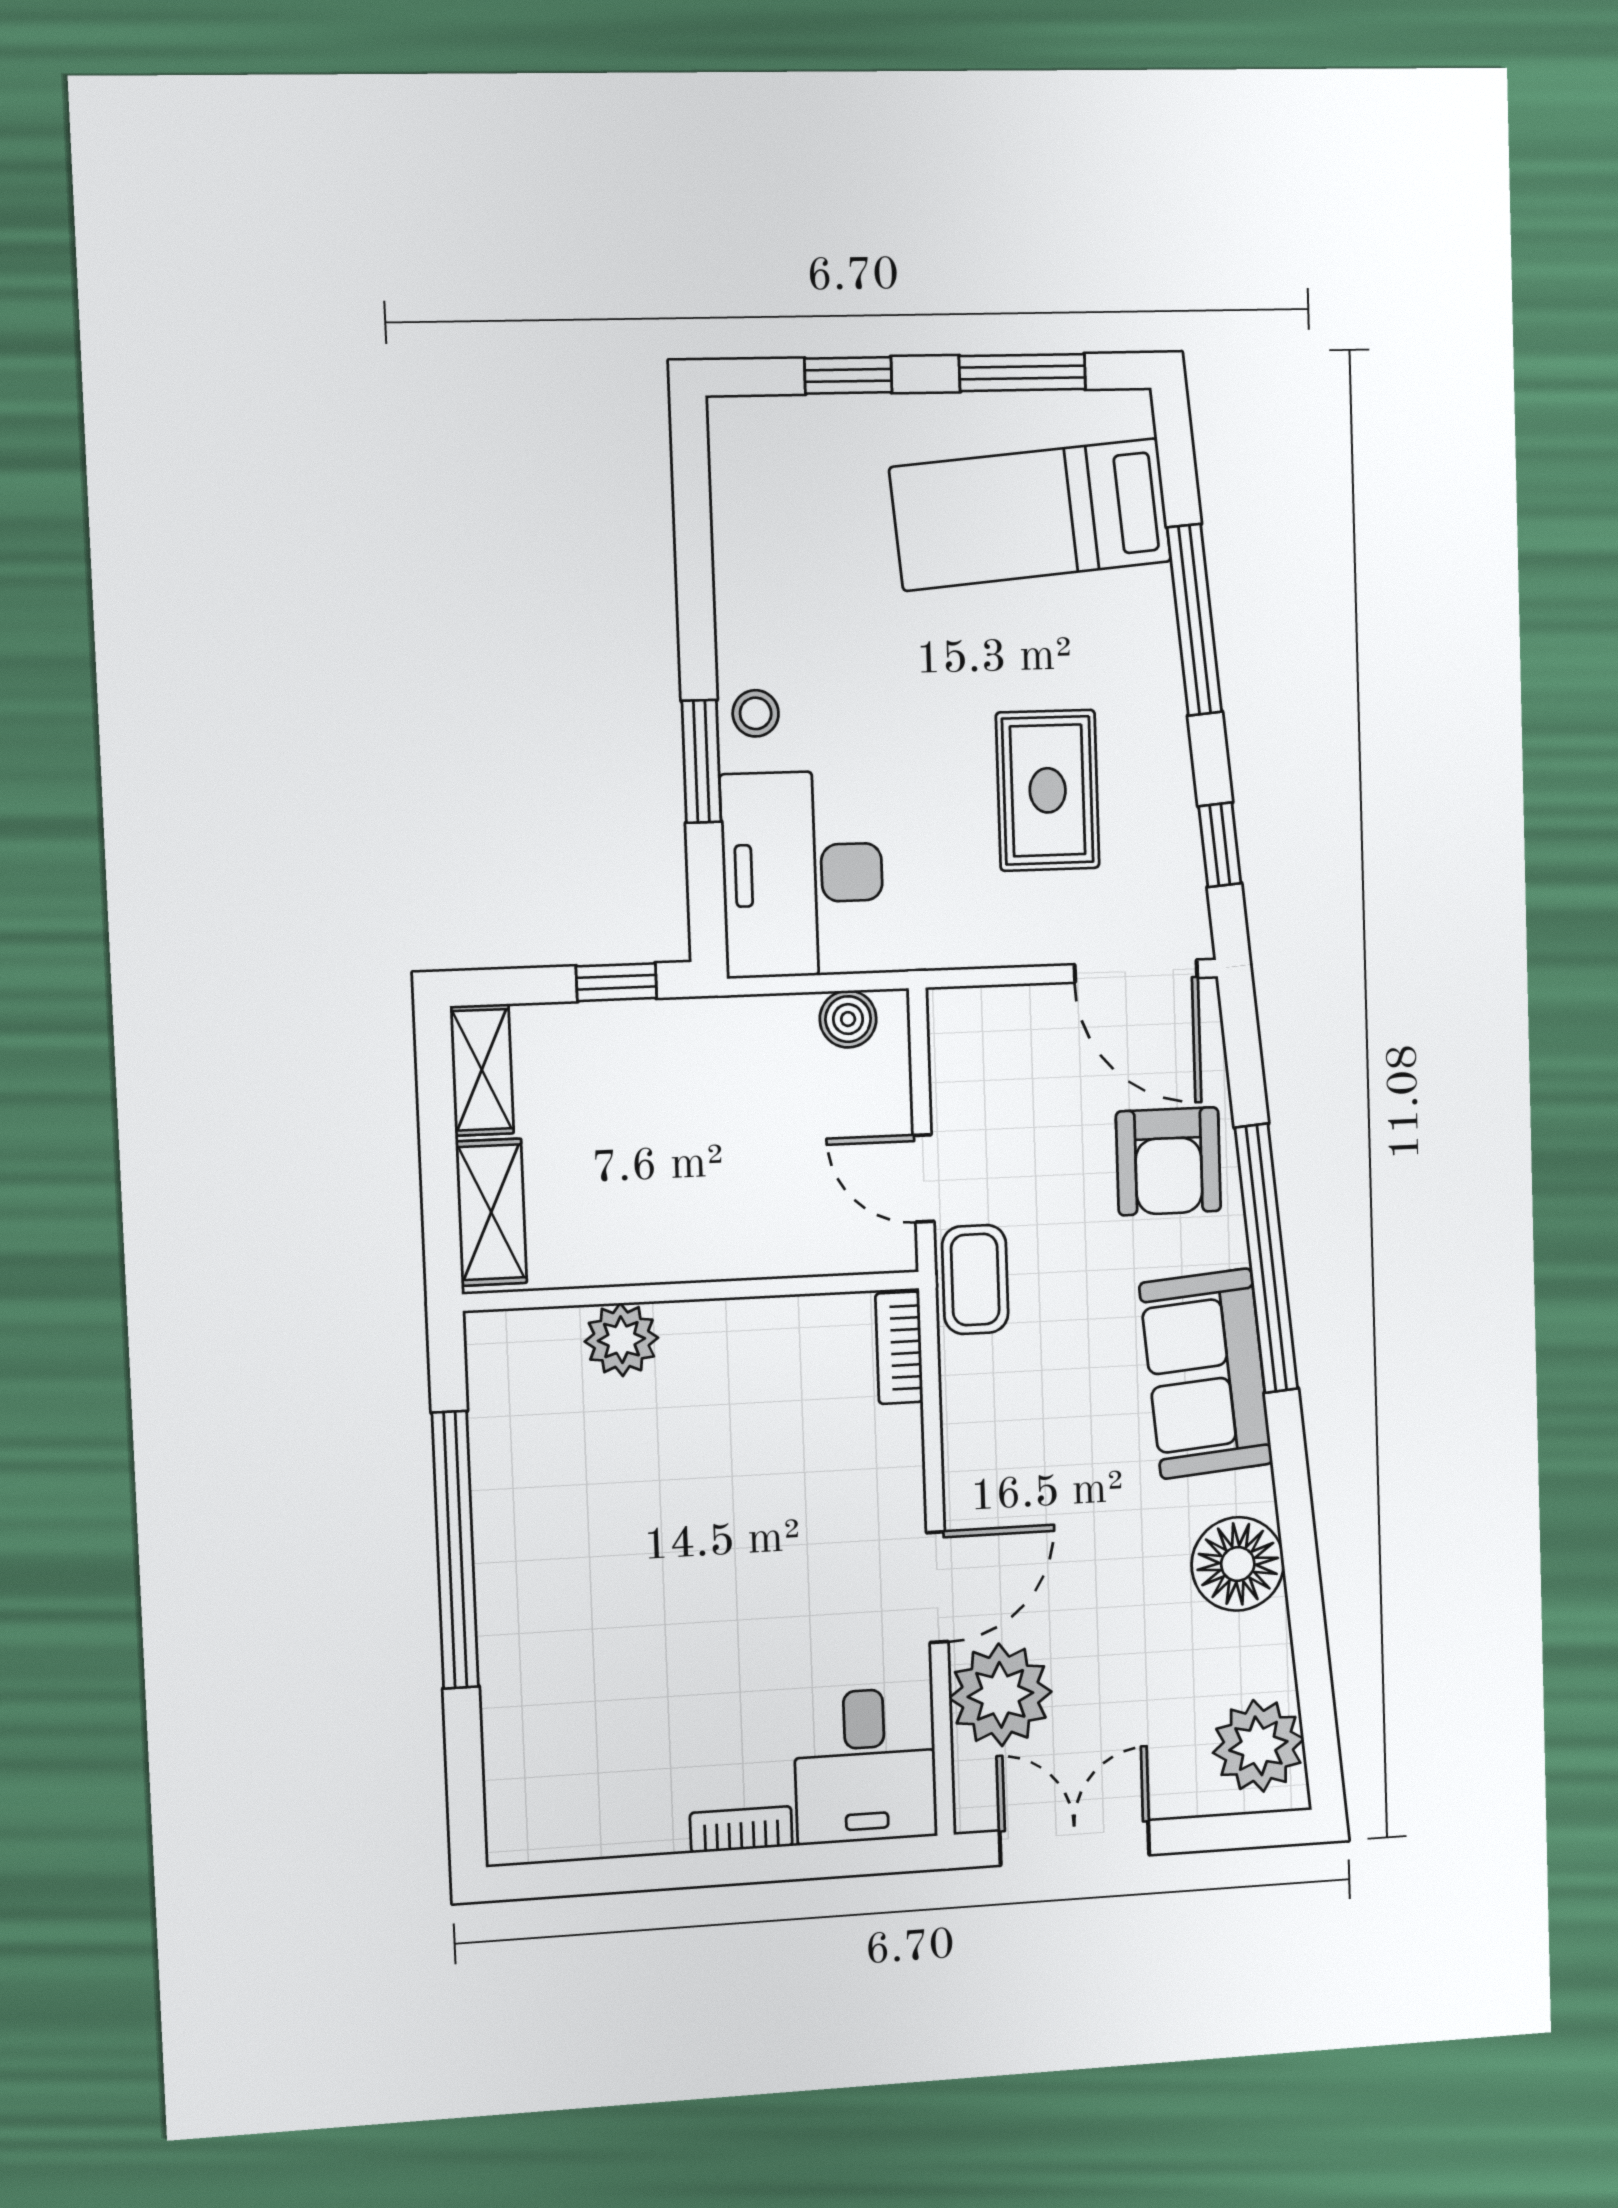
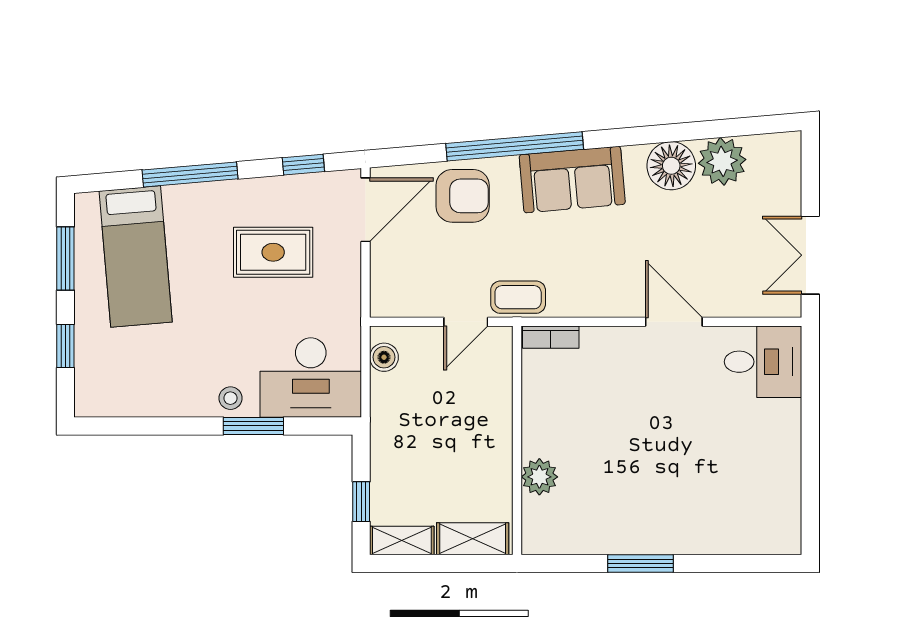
window: (616, 982) -> (361, 502), moved
window: (455, 1550) -> (640, 564), width x0.47
plant: (1000, 1695) -> (731, 291), removed
plant: (1258, 1746) -> (722, 161), moved
bookcase: (741, 1829) -> (791, 426), removed

